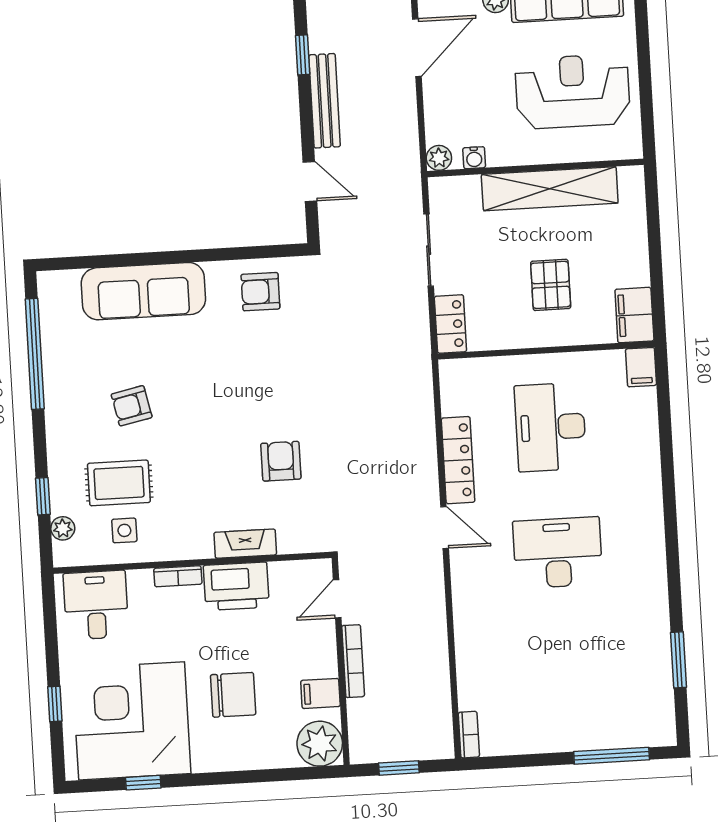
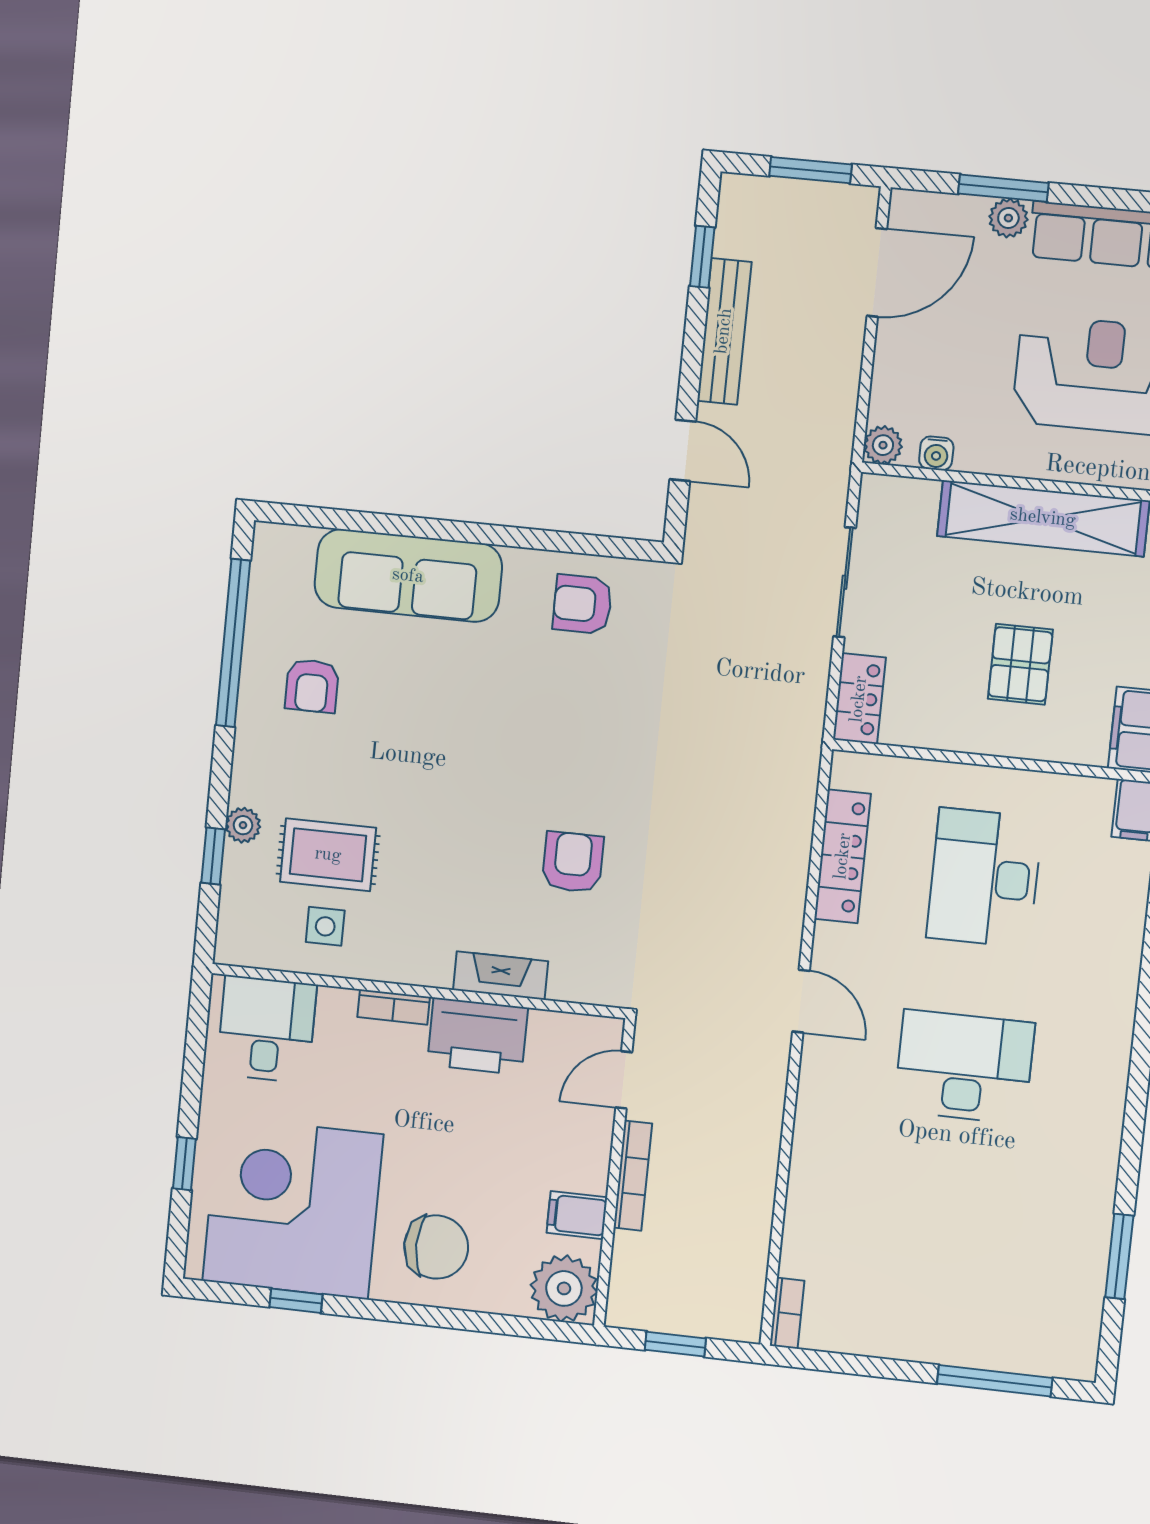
armchair: (132, 406) -> (312, 686), moved, turned -78
locker: (458, 460) -> (843, 856), moved
plant: (63, 528) -> (243, 825), moved
chair: (233, 695) -> (436, 1247), moved

